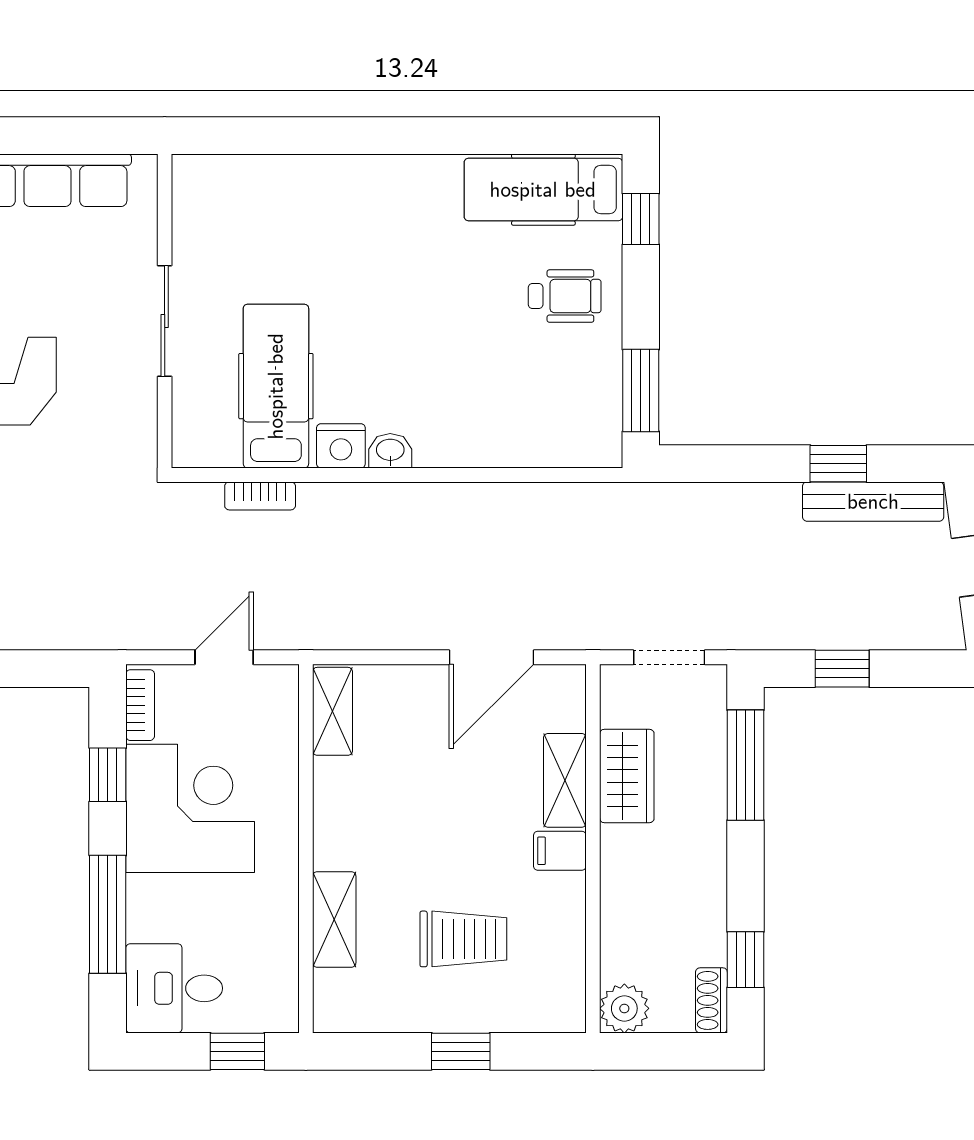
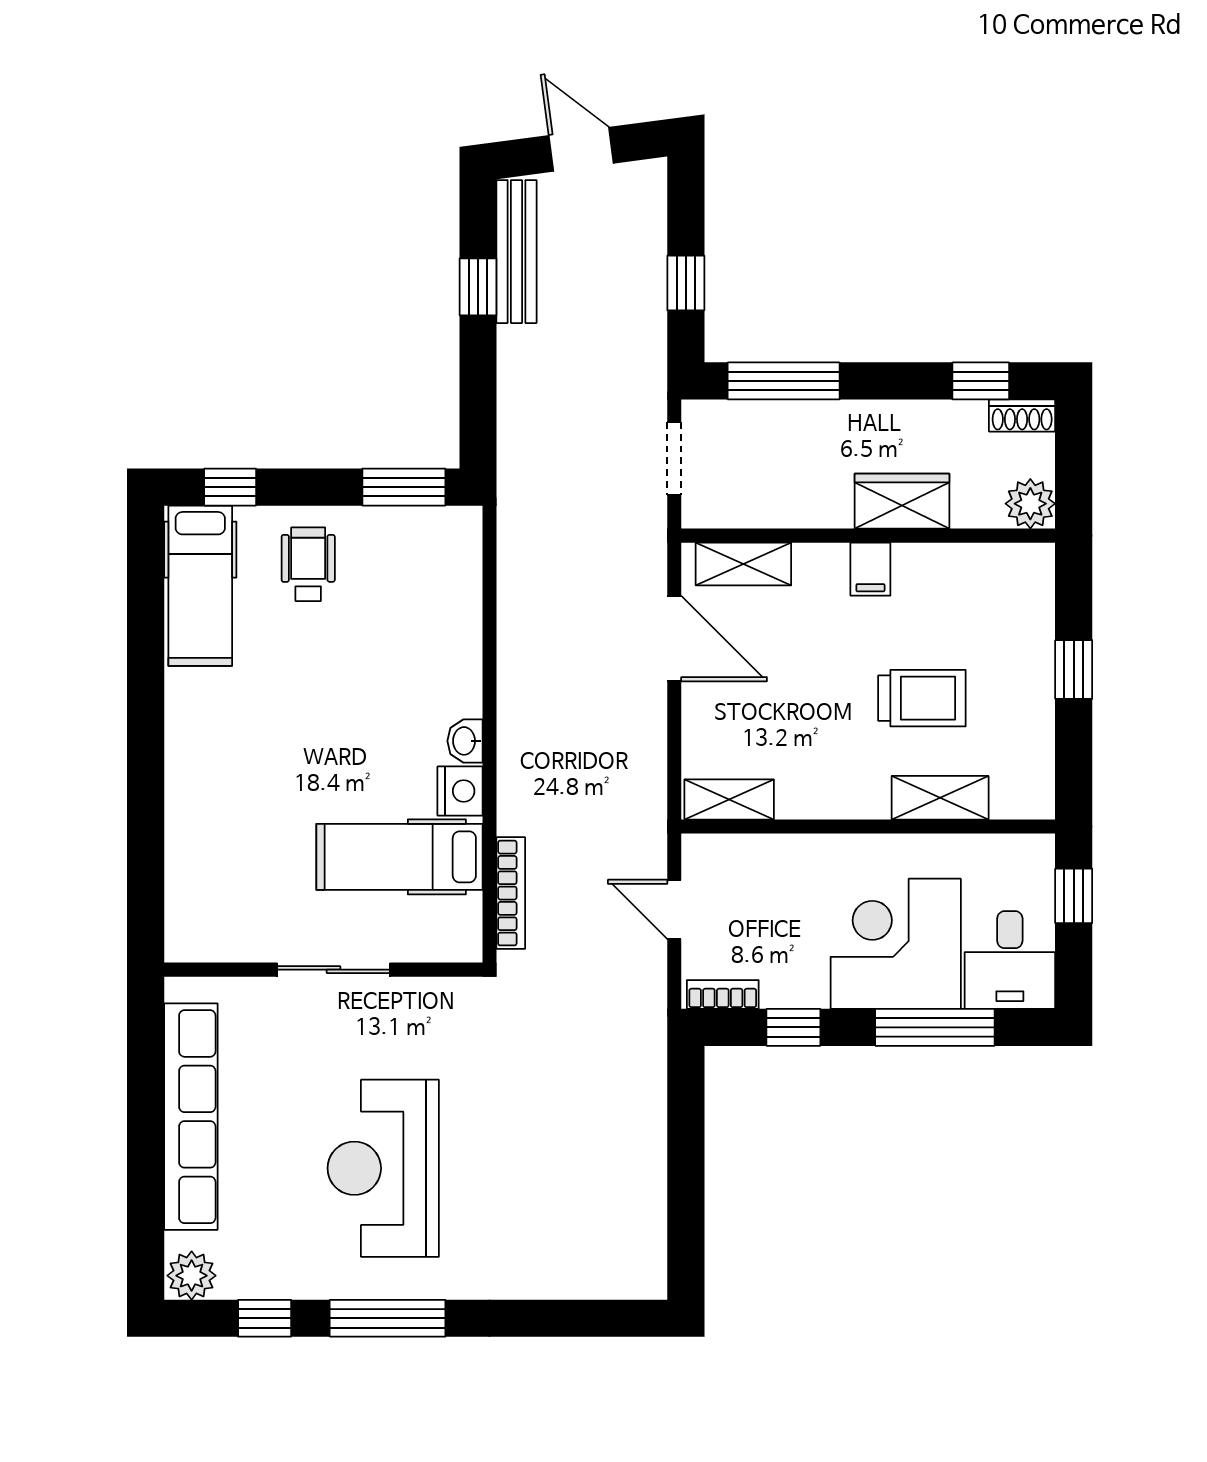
bookcase: (260, 496) -> (511, 893), width x1.56
wardrobe: (627, 776) -> (902, 501), moved
shelving: (565, 780) -> (743, 564), moved
corner desk: (190, 808) -> (896, 944), moved
trolley: (463, 939) -> (922, 698), moved, turned 90

